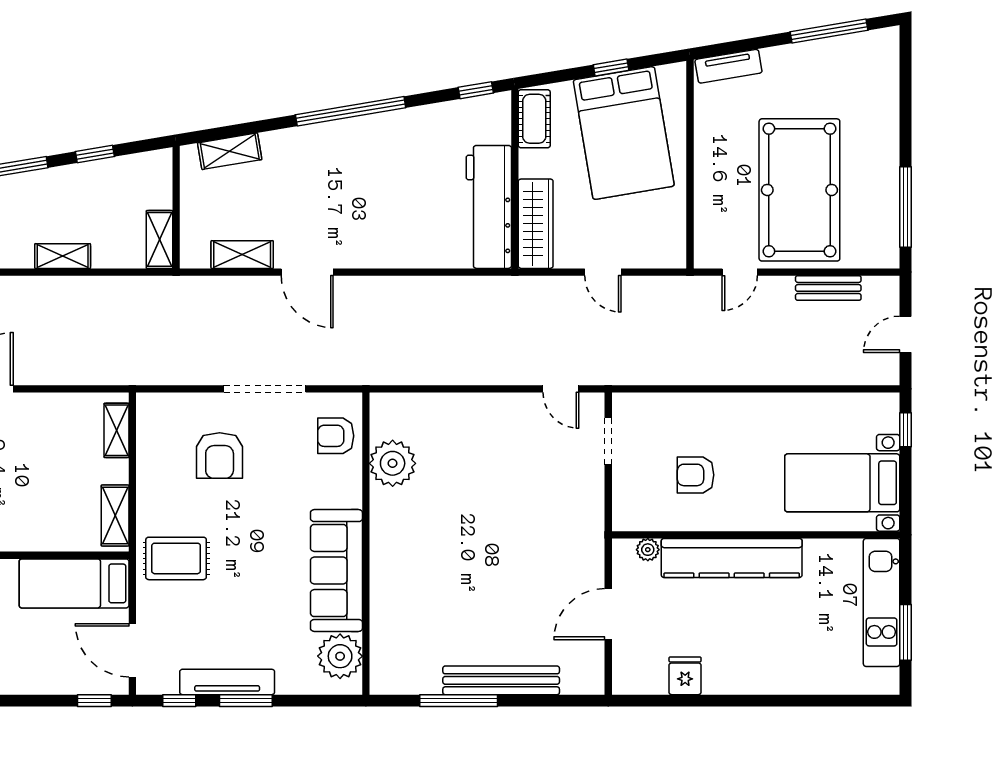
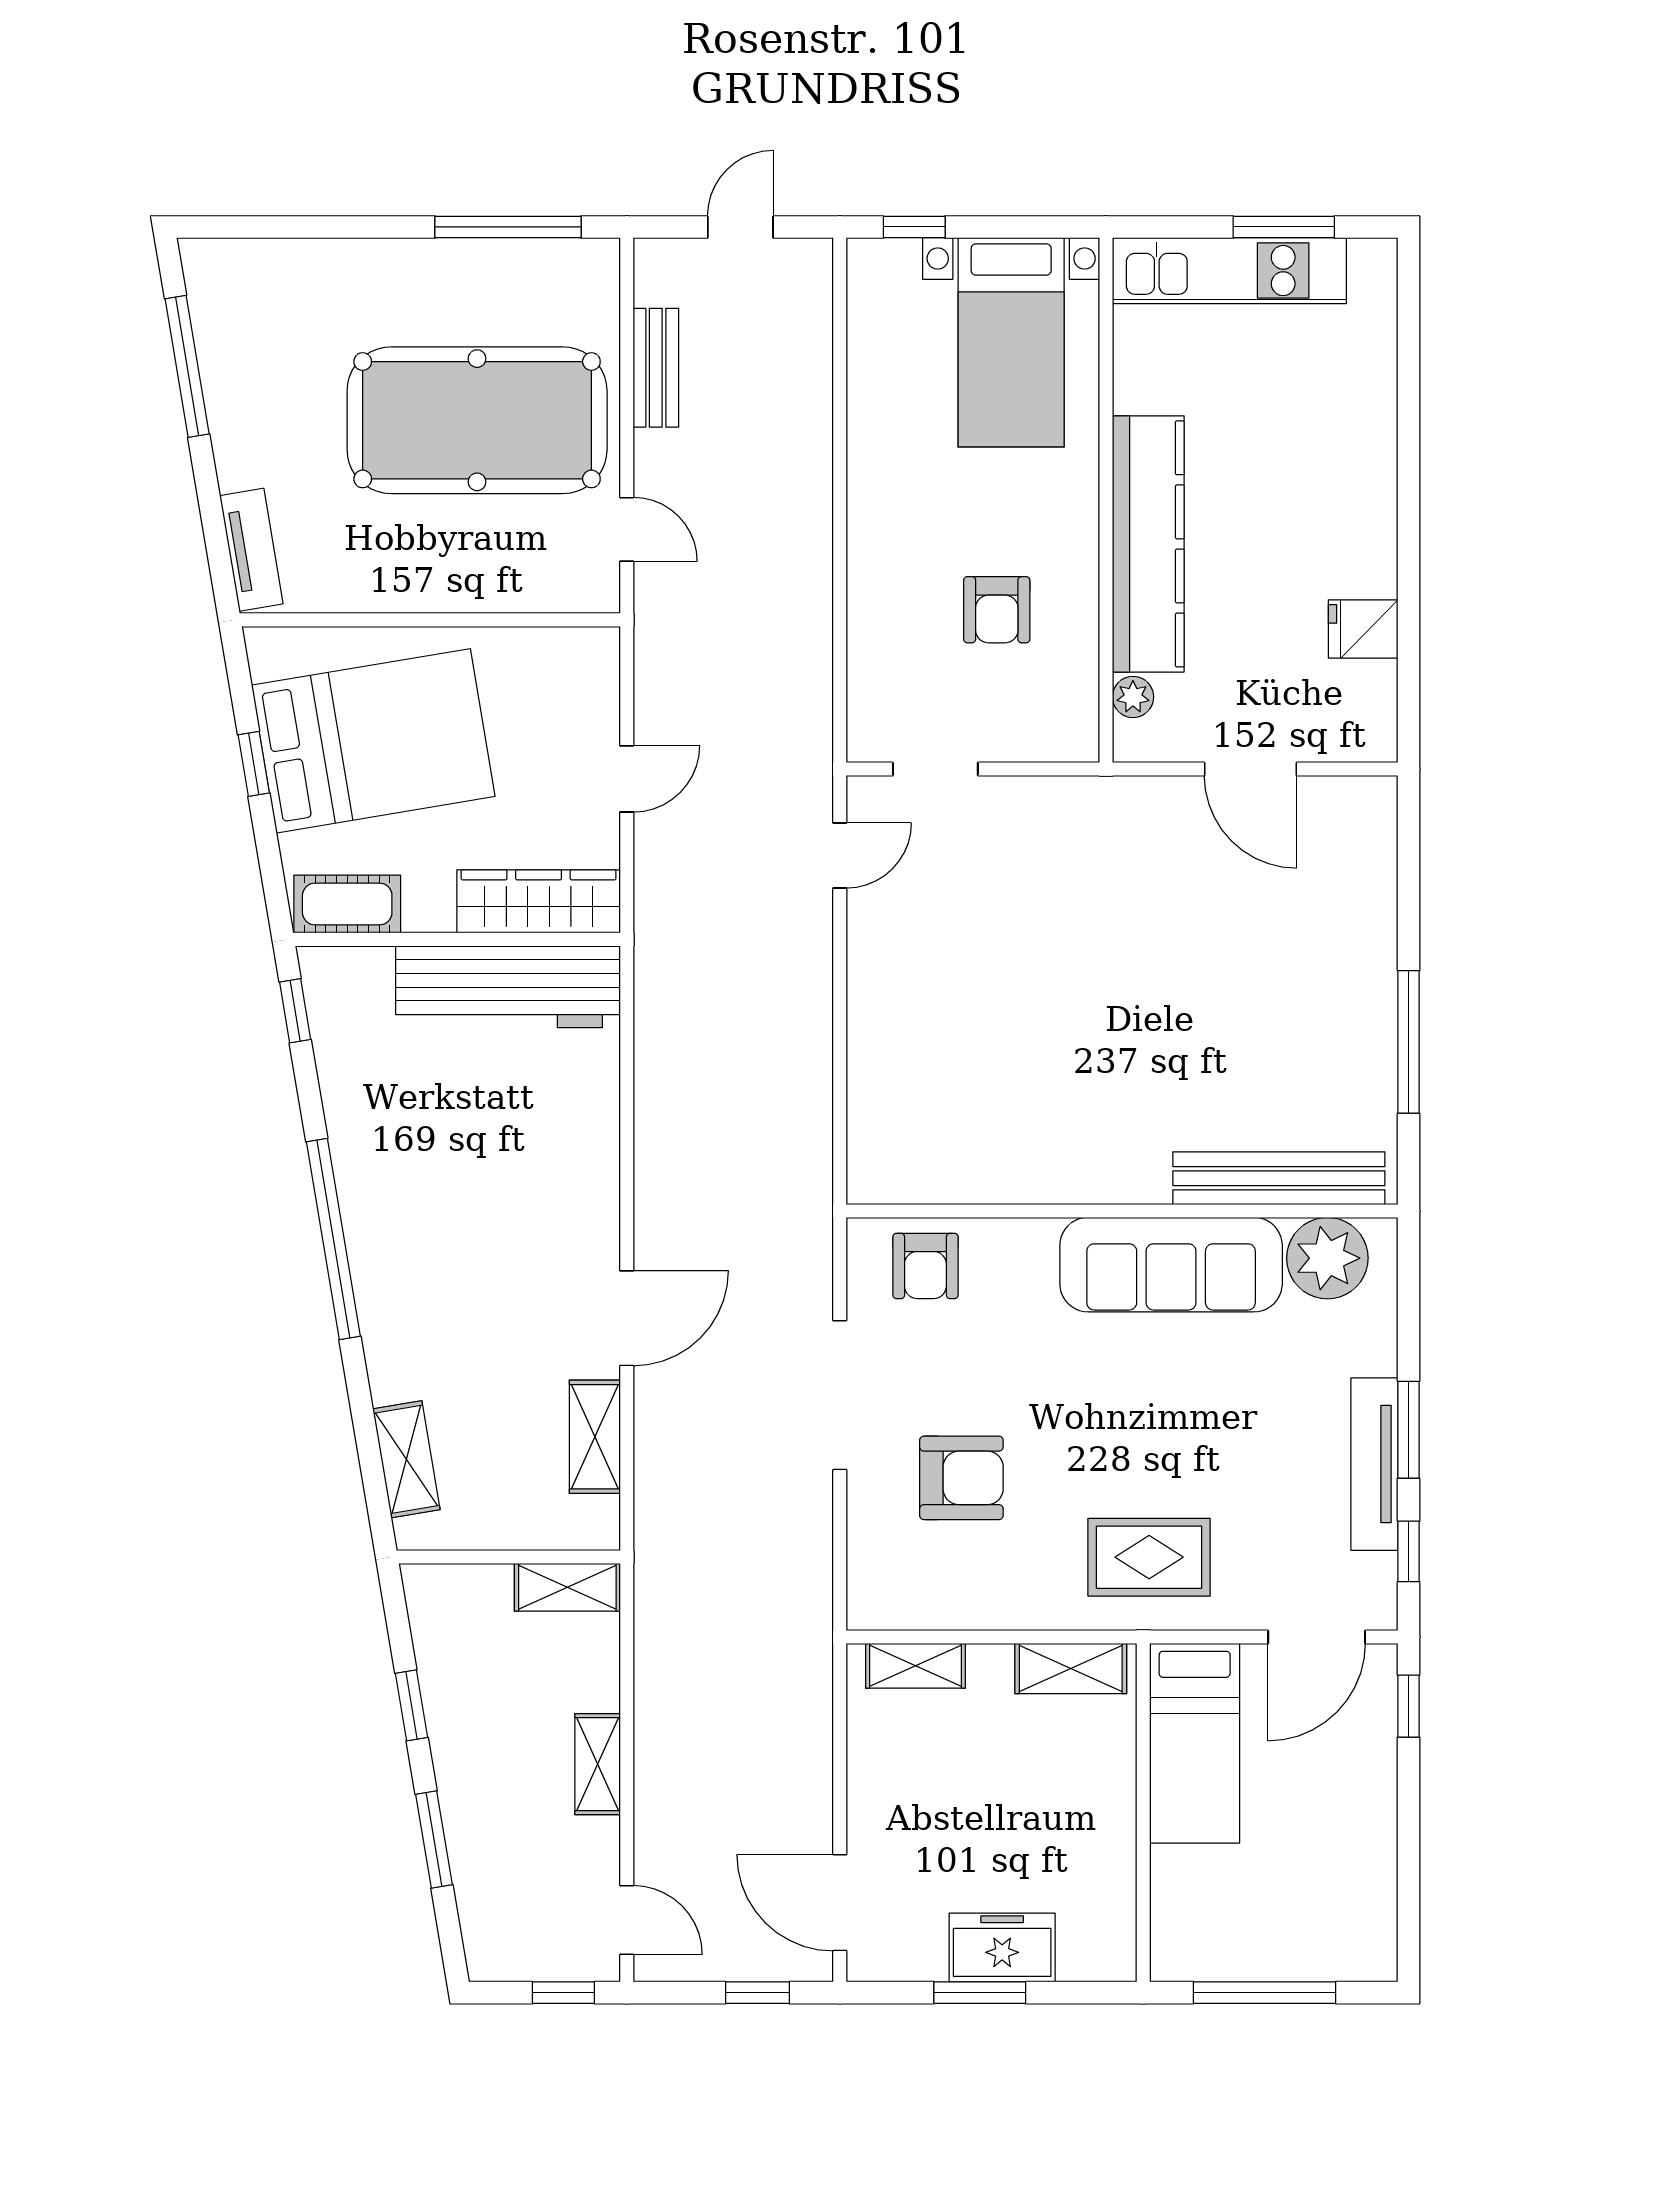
door: (905, 334) -> (740, 227), swing flipped
plant: (393, 463) -> (976, 1162), removed
rug: (176, 558) -> (1149, 1557), turned 90
bench: (501, 680) -> (1279, 1178), moved, turned 90

